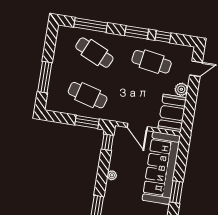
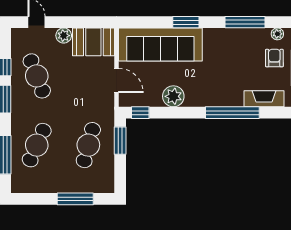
cafe table: (152, 62) -> (37, 76), turned -30
door: (137, 127) -> (116, 80), hinge flipped
plant: (112, 175) -> (173, 96), width x1.88, depth x1.88

